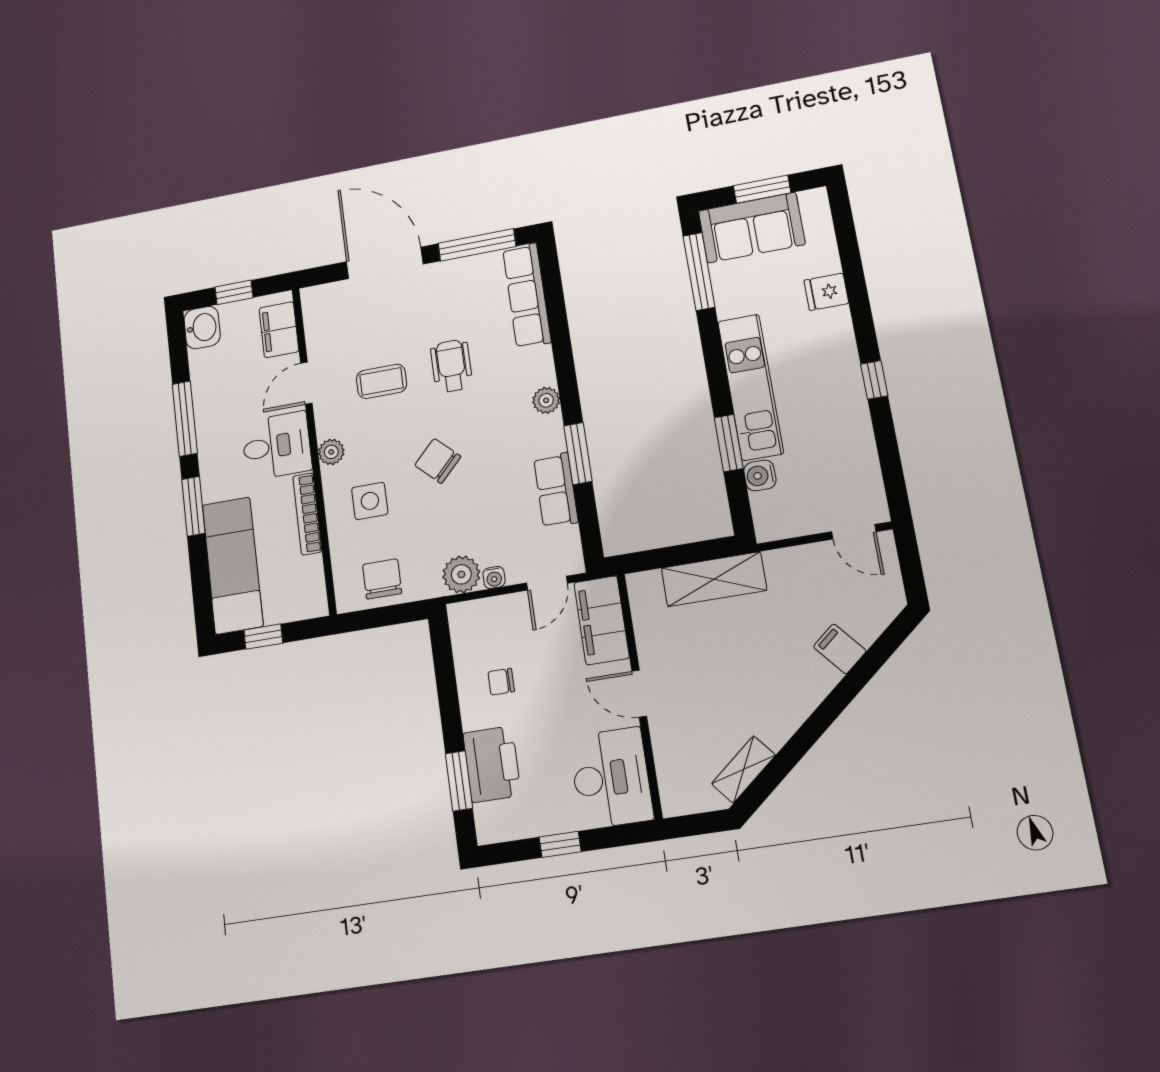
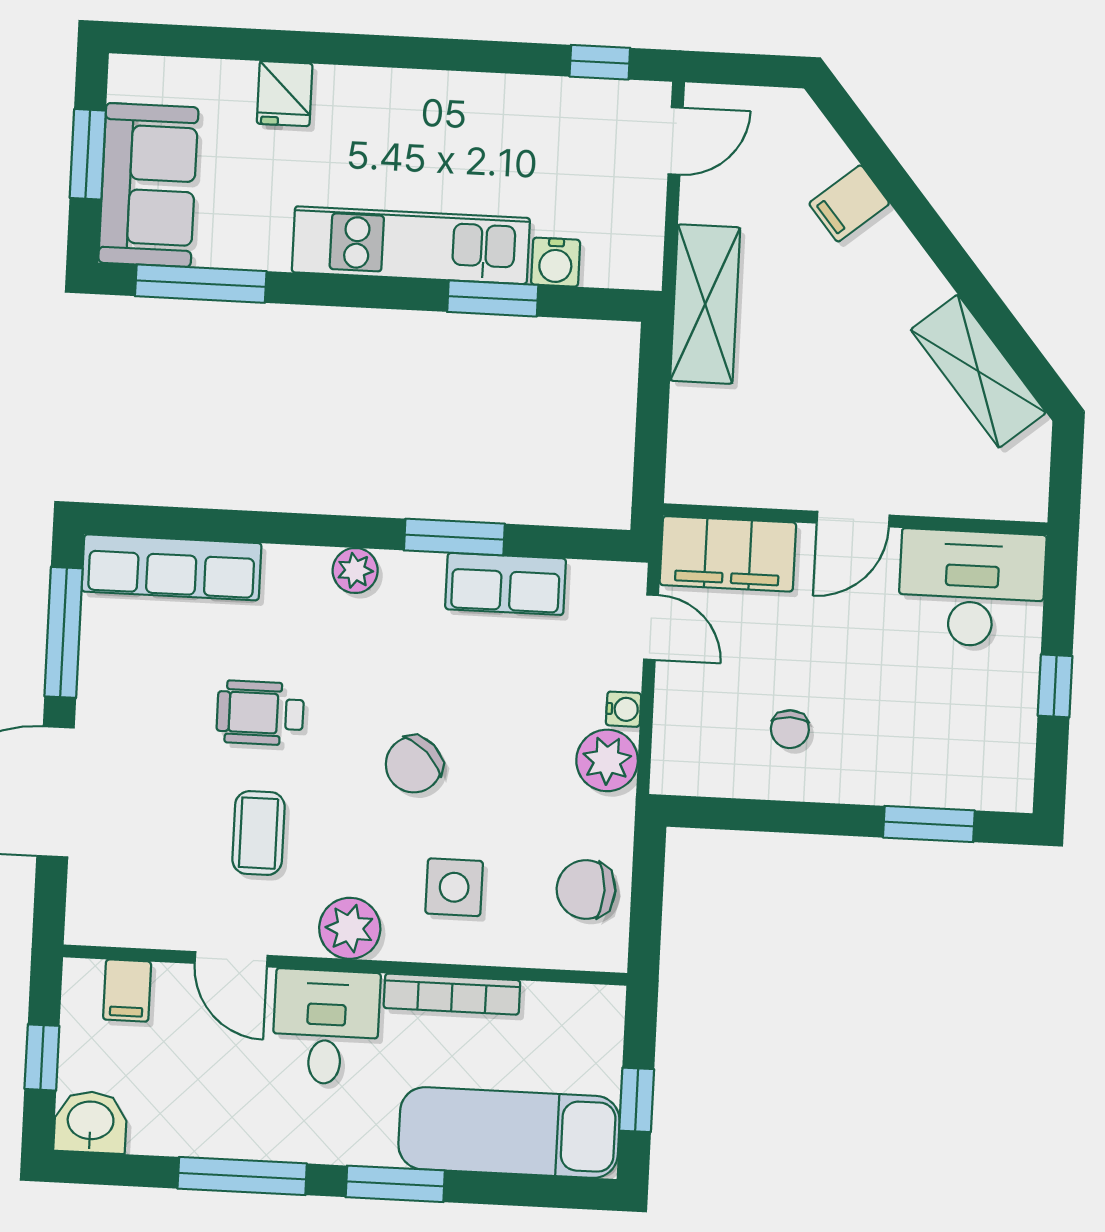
filing cabinet: (279, 330) -> (127, 991), width x0.50
window: (874, 380) -> (600, 62), moved
plant: (331, 452) -> (350, 928), width x1.38, depth x1.38
shelving: (714, 579) -> (705, 304), moved
printer: (492, 764) -> (914, 768), removed
shelving: (744, 769) -> (978, 371), width x1.50, depth x1.33

